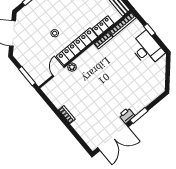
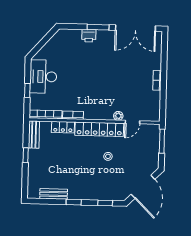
printer: (127, 115) -> (89, 36), moved
double door: (113, 137) -> (135, 28), swing flipped

